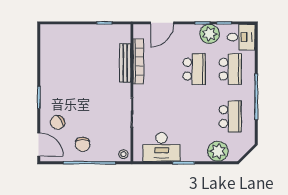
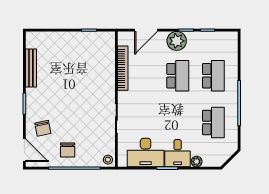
plant: (210, 34) -> (177, 41), moved
desk: (241, 37) -> (178, 153), moved, turned 90
bench: (125, 63) -> (31, 68), moved
chair: (57, 122) -> (43, 128), turned -68
plant: (218, 151) -> (197, 162), width x0.53, depth x0.53

